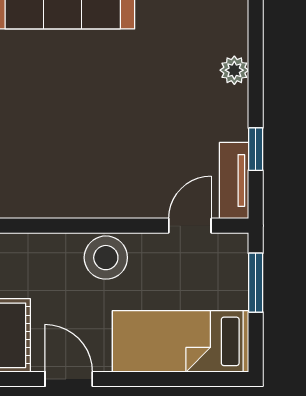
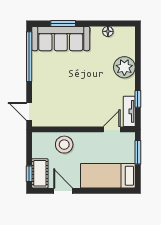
plant: (234, 70) -> (124, 67), width x1.87, depth x1.87
stool: (106, 258) -> (64, 145), moved

